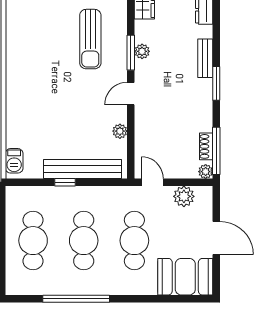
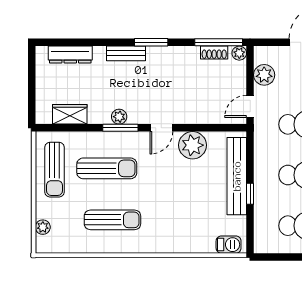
sun lounger: (39, 45) -> (112, 220), added
door: (131, 94) -> (161, 128), hinge flipped
plant: (120, 131) -> (193, 145), width x1.88, depth x1.88

